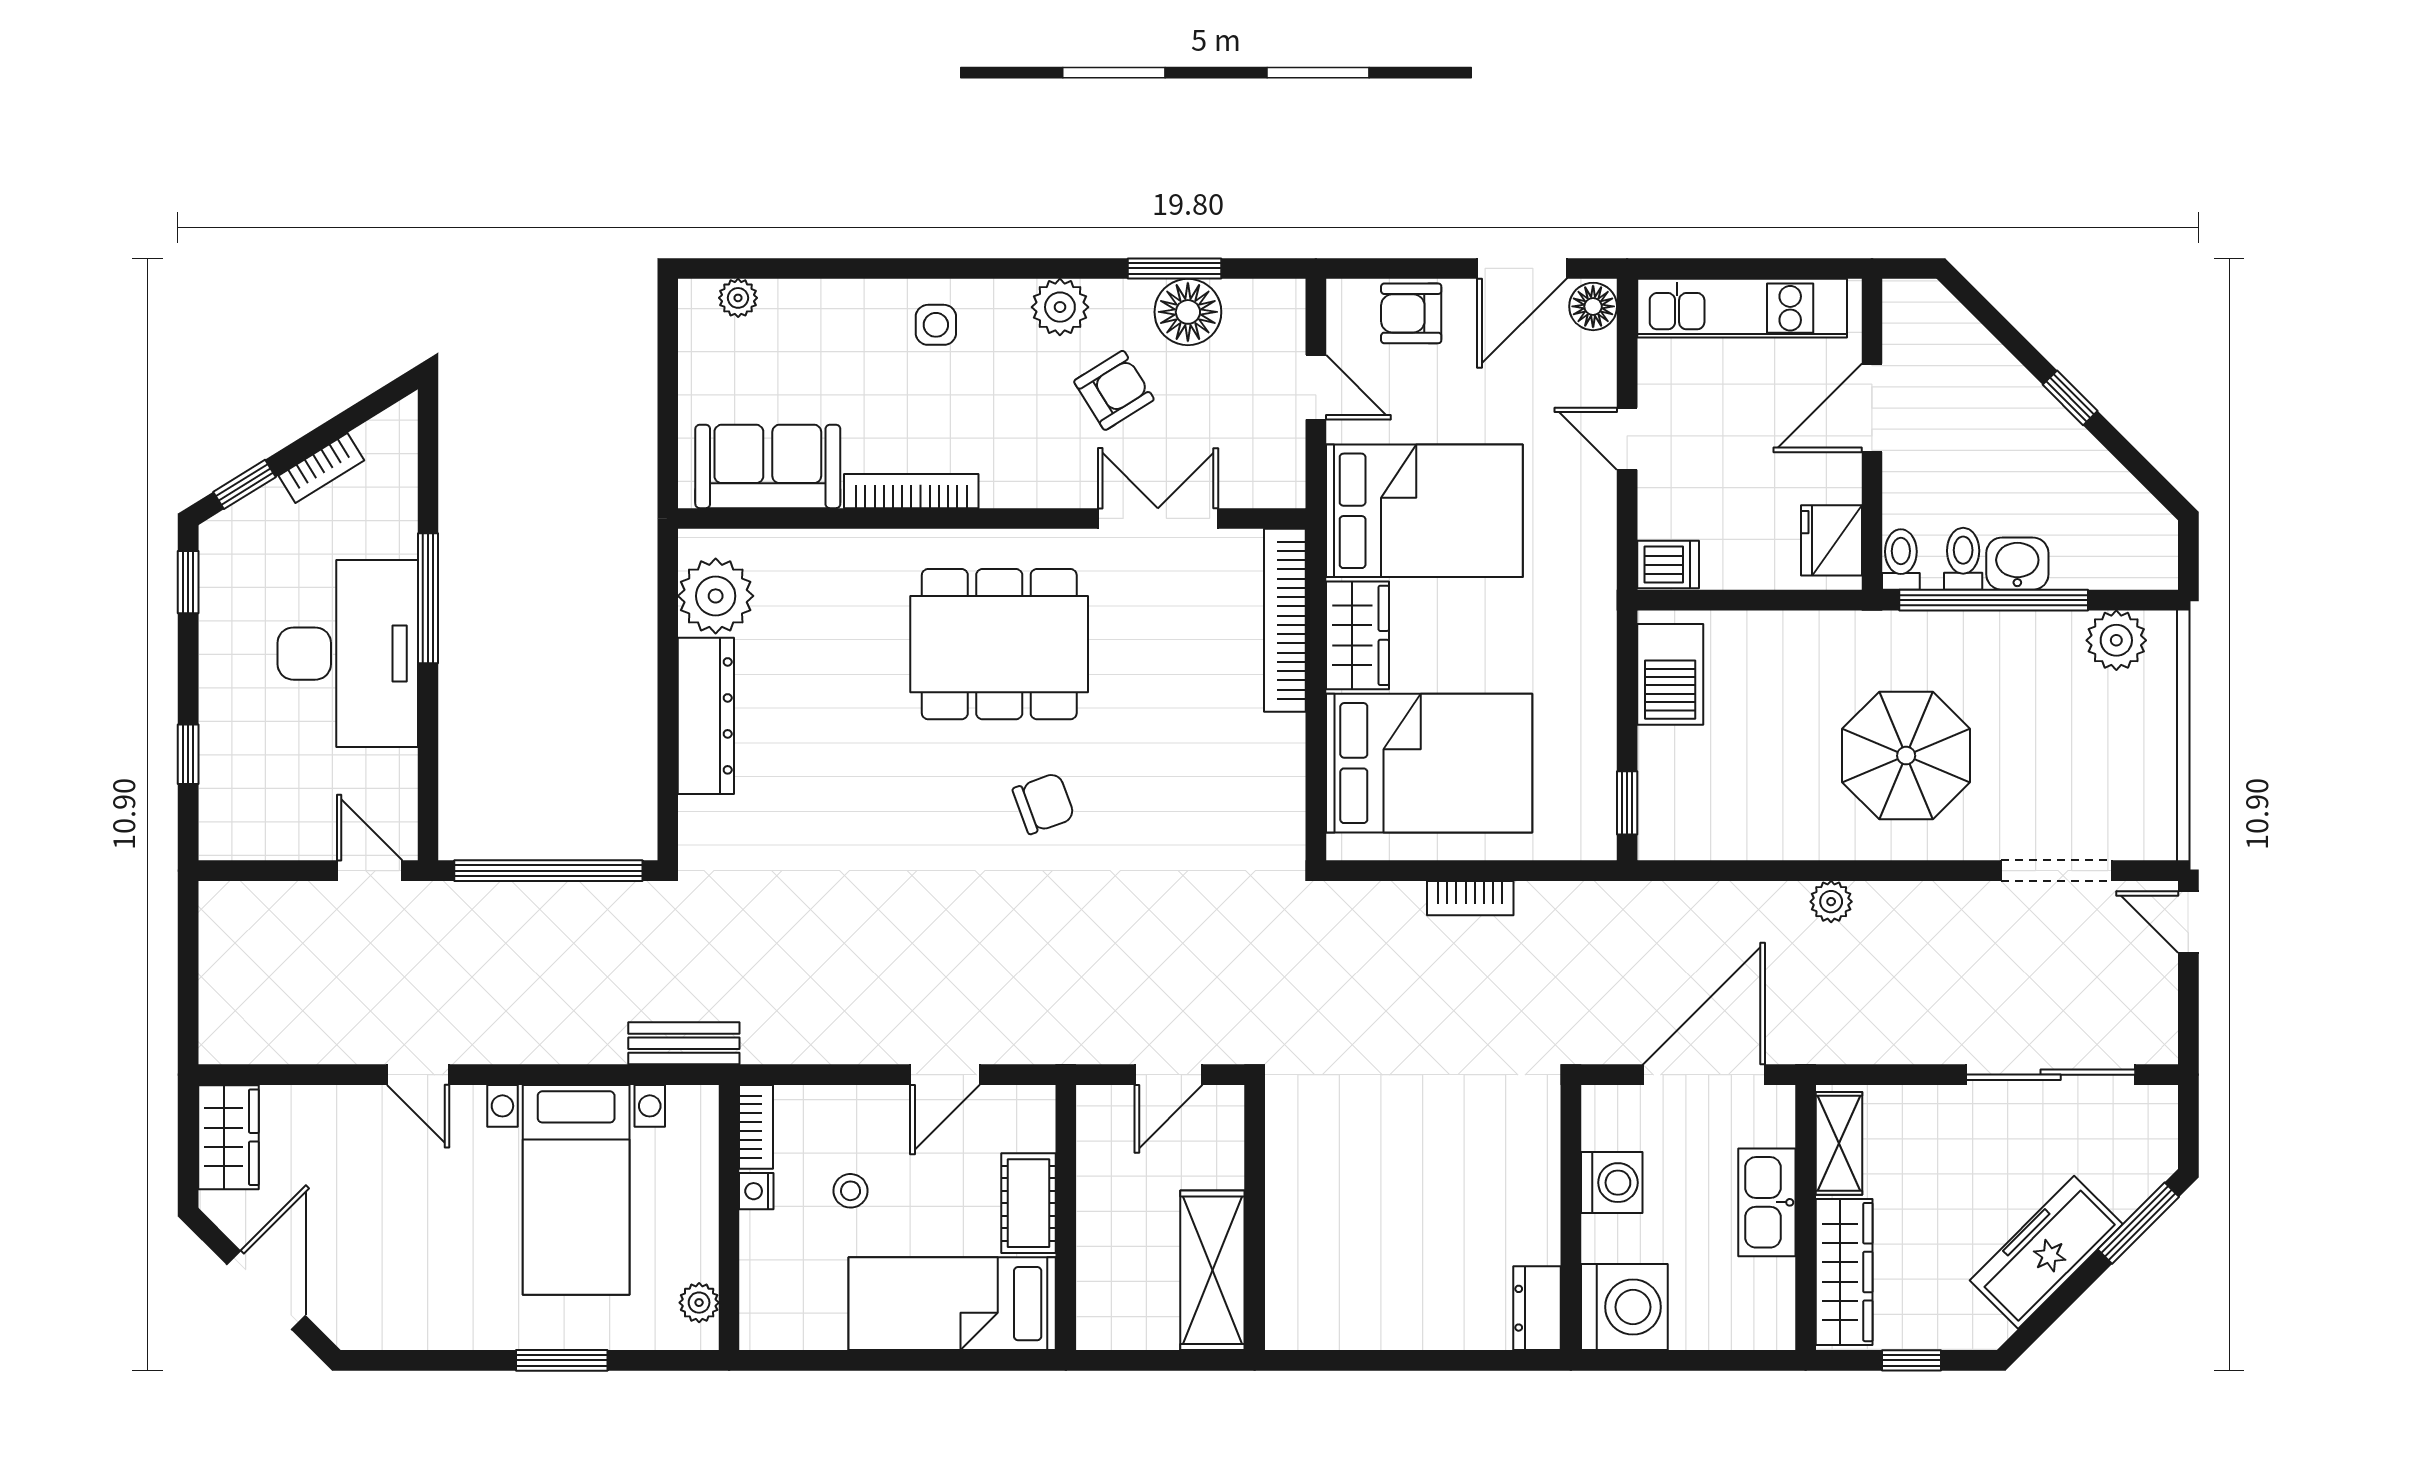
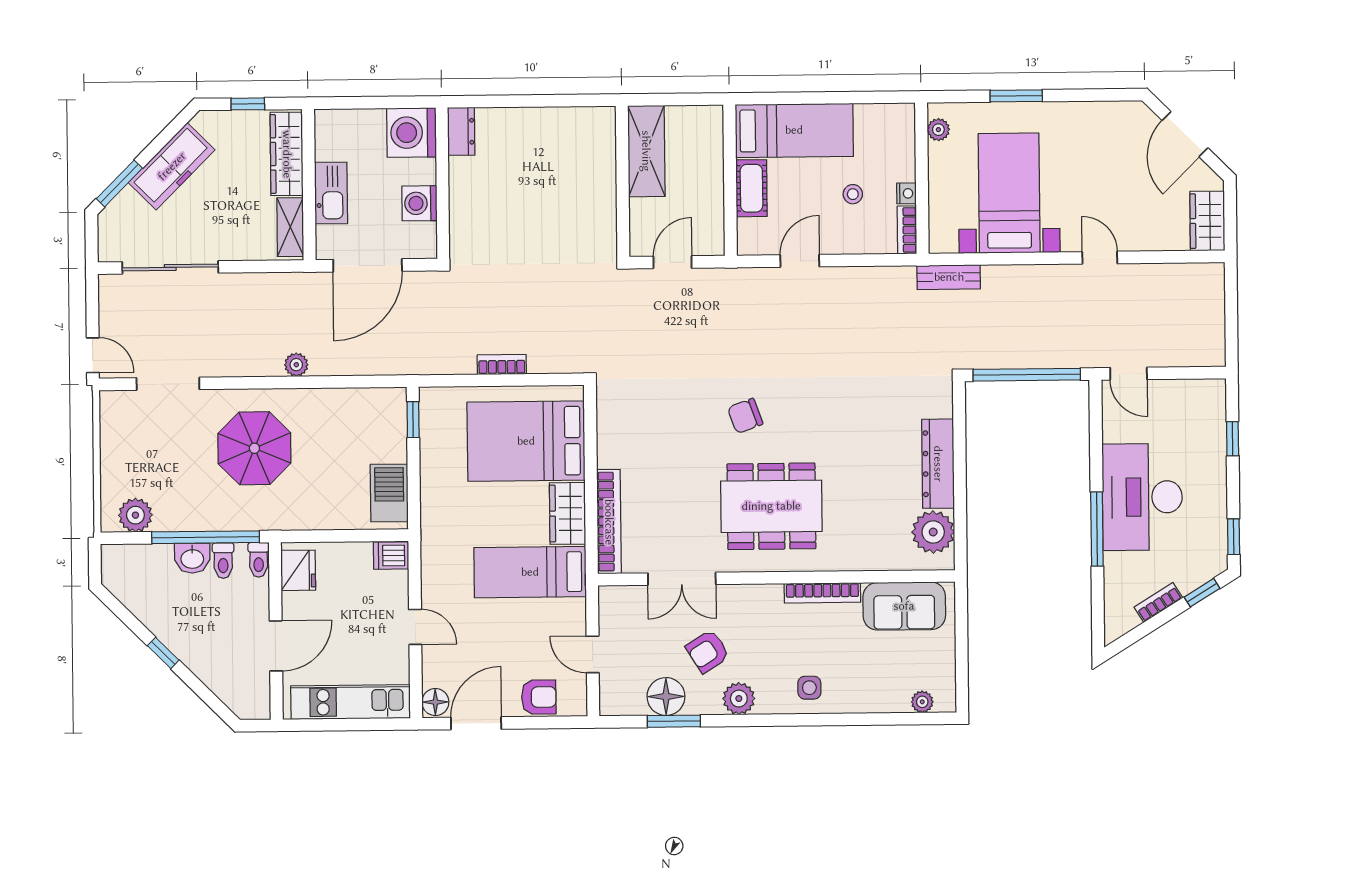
bed: (1424, 511) -> (530, 572), width x0.67

